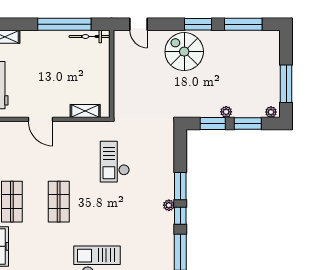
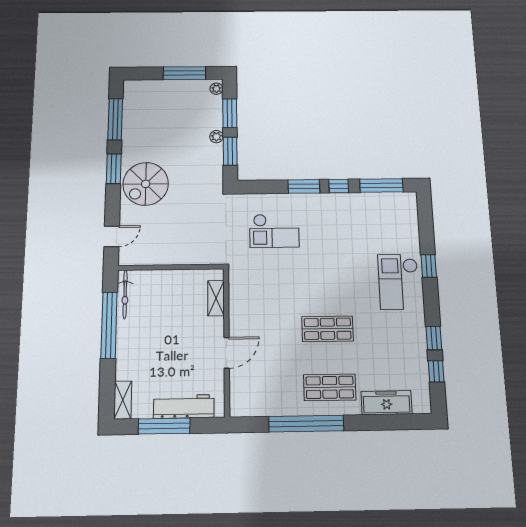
checkout: (115, 162) -> (274, 231), moved
plant: (169, 205) -> (327, 199), removed

